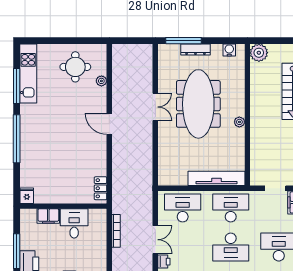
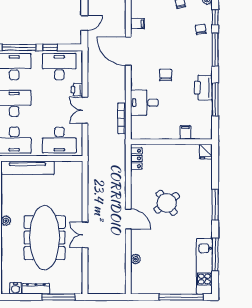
window: (53, 41) -> (181, 297), added
dresser: (195, 49) -> (36, 289), moved
round table: (75, 67) -> (167, 203), moved, turned -37
window: (17, 139) -> (215, 205), width x0.68
filing cabinet: (48, 216) -> (185, 132), width x0.50
desk: (74, 223) -> (144, 103), moved, turned 90

